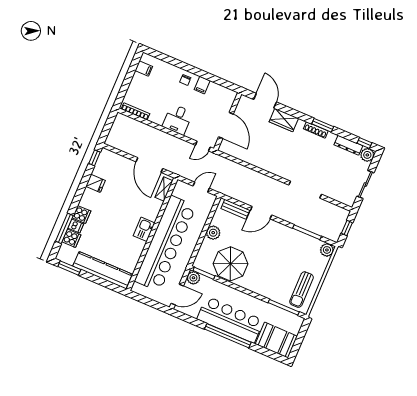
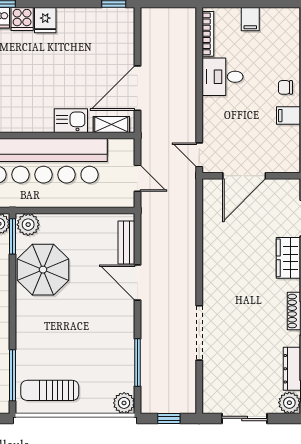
filing cabinet: (144, 69) -> (250, 19), moved
desk: (178, 119) -> (222, 77), moved
fridge: (95, 183) -> (45, 20), moved
kitchen sink: (144, 229) -> (71, 121), moved
plant: (213, 233) -> (28, 225), moved

